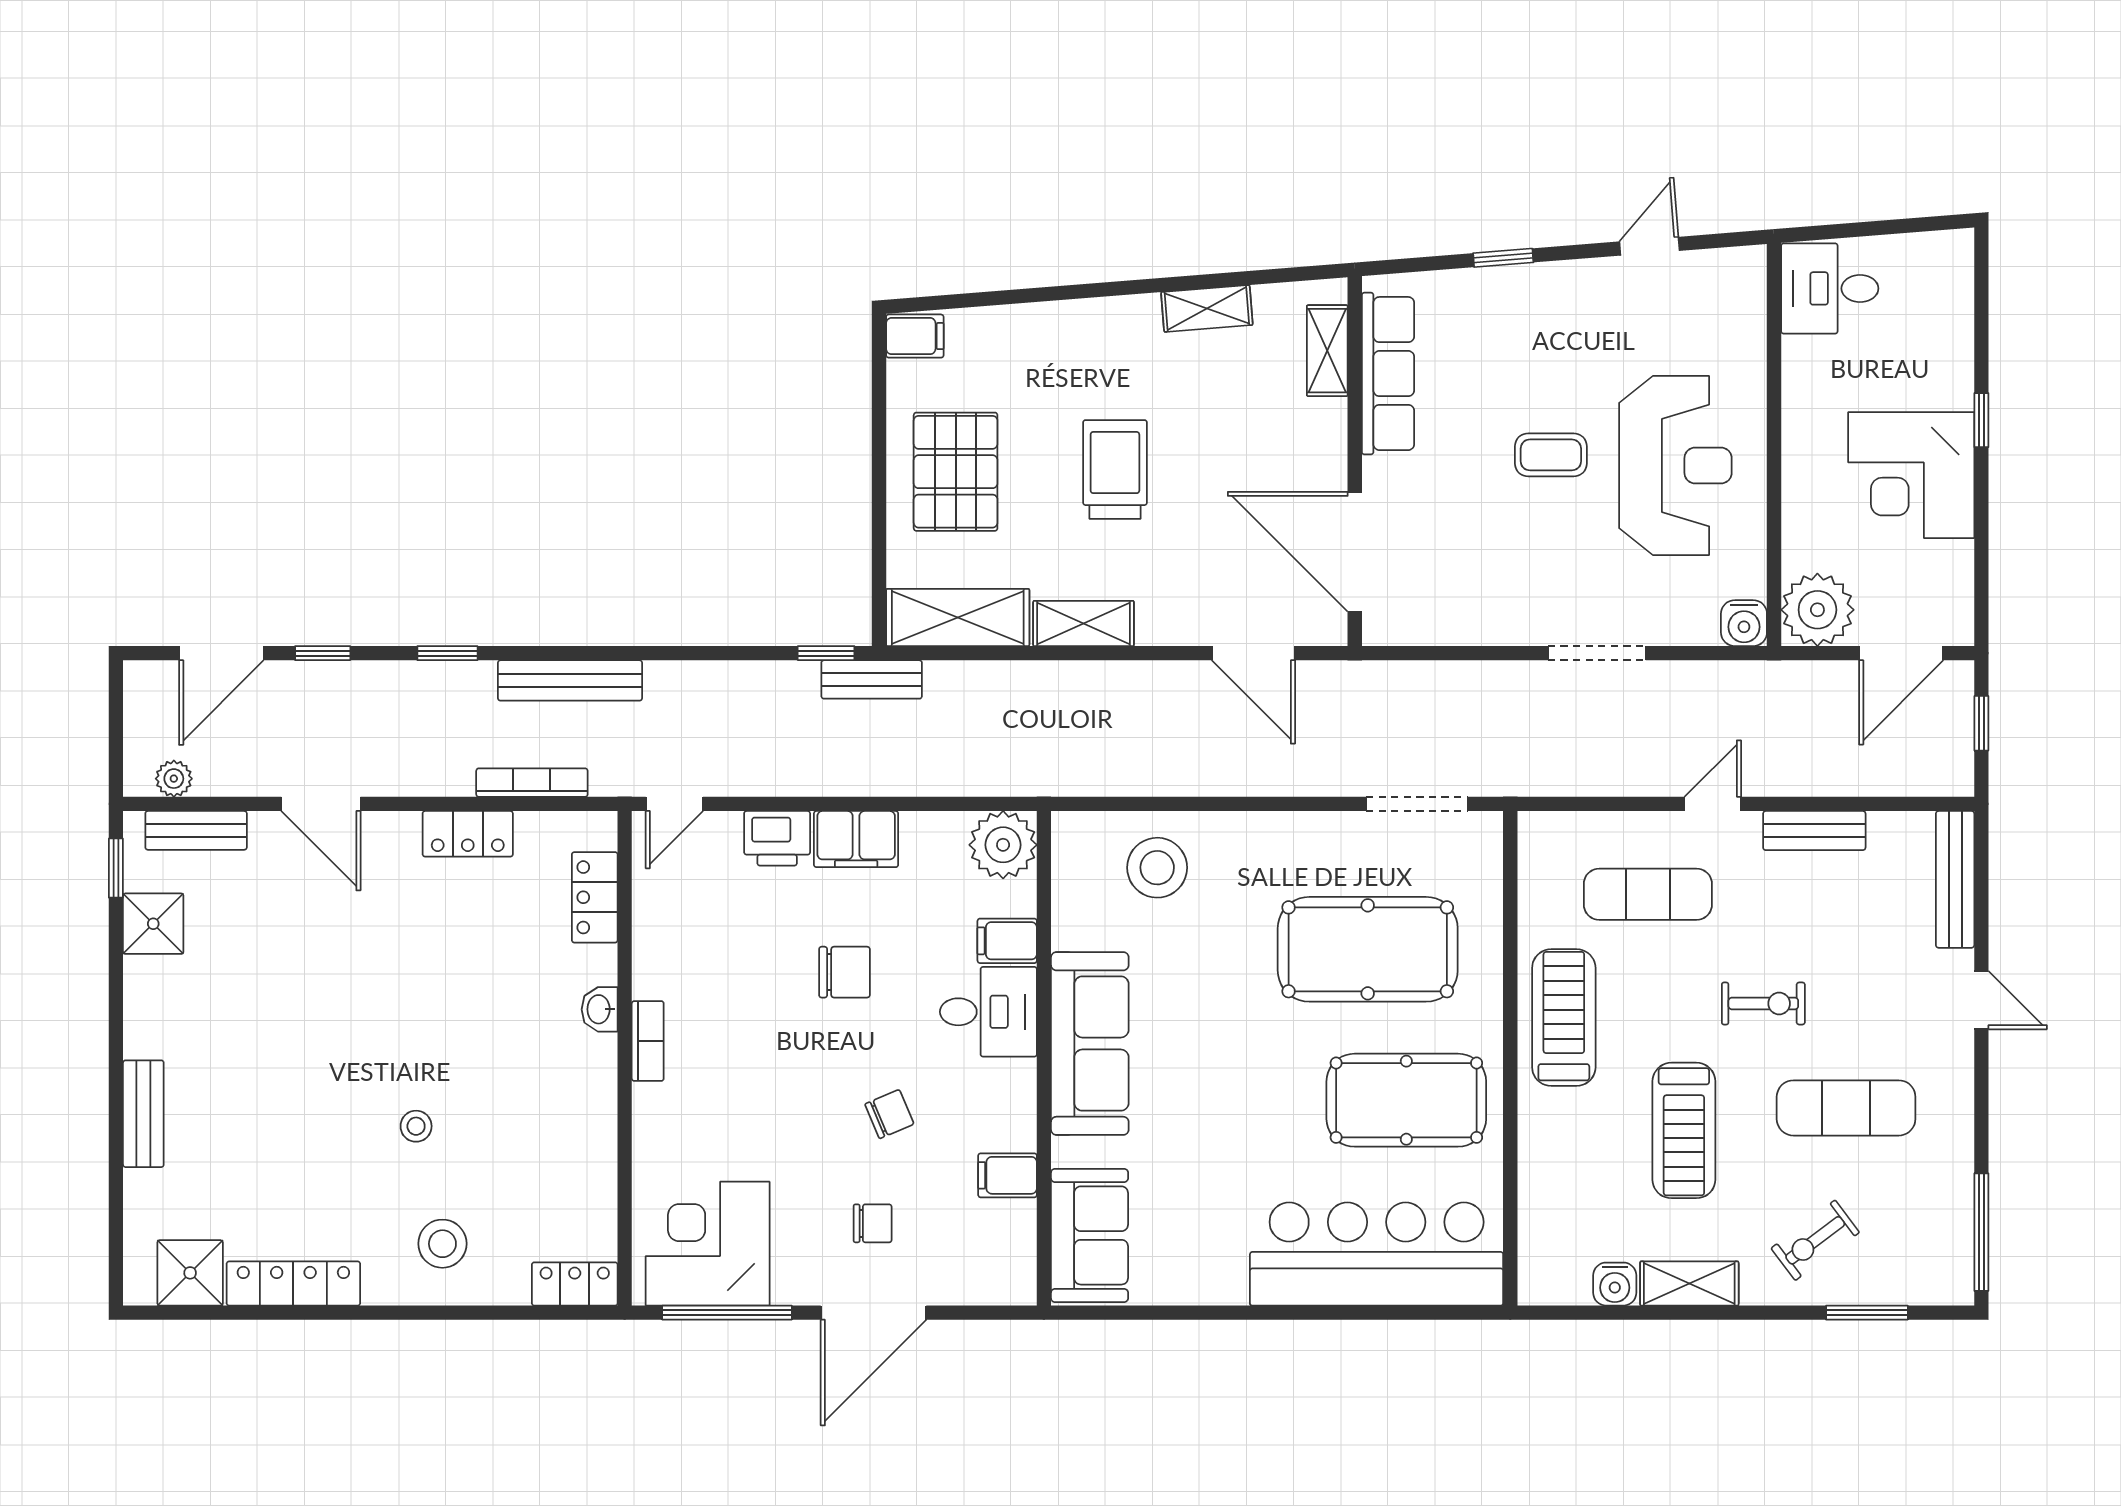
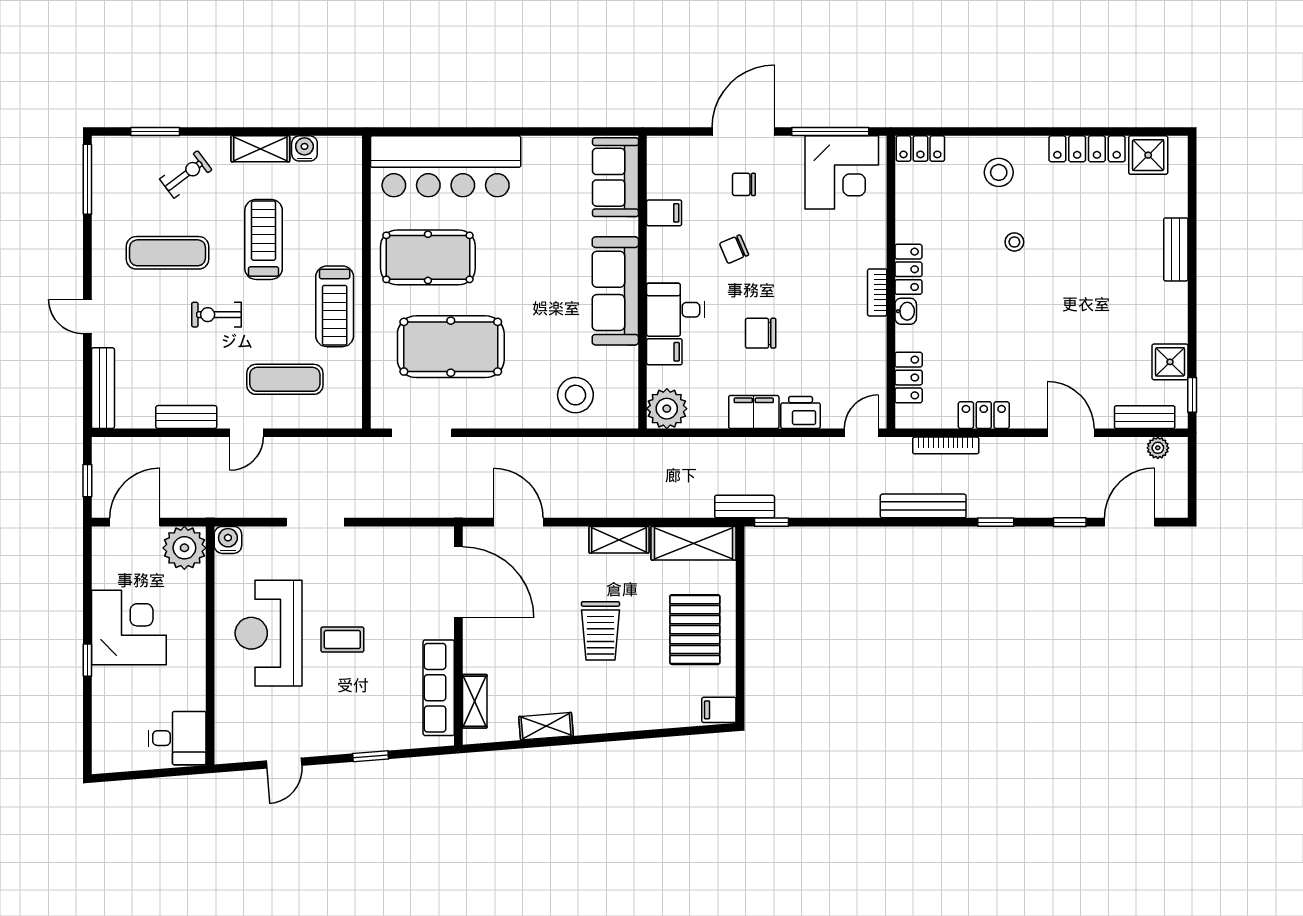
locker: (595, 1080) -> (908, 269), added

